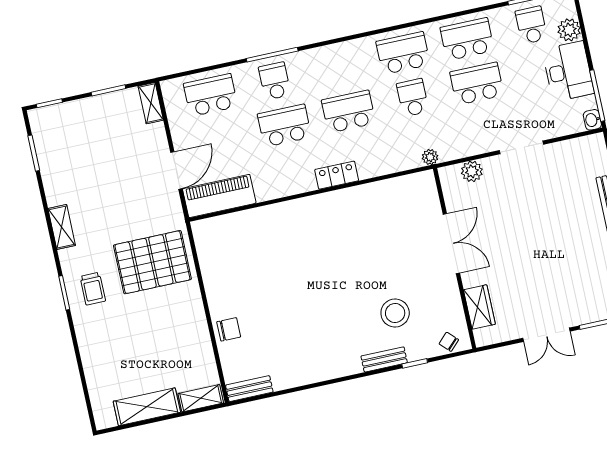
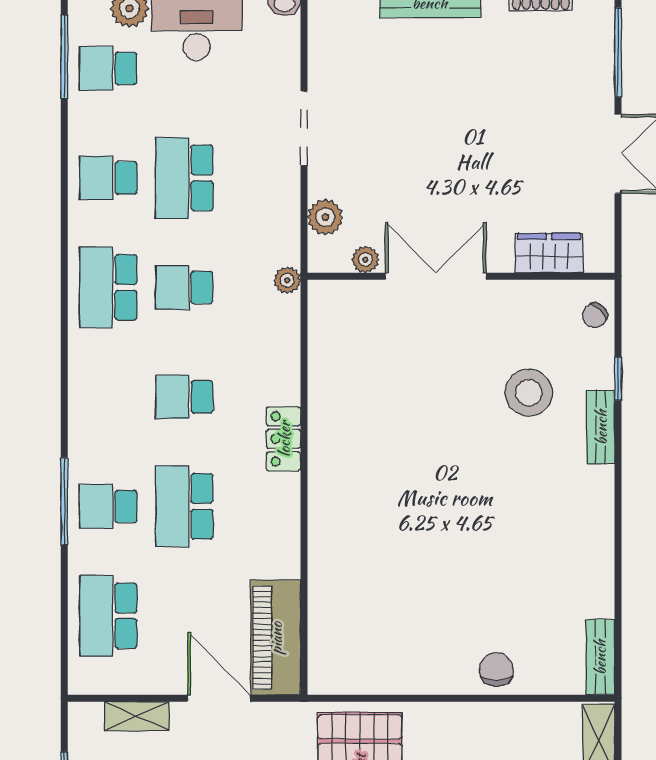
school desk: (467, 39) -> (108, 178), width x0.54
shelving: (151, 103) -> (137, 716), moved
school desk: (349, 112) -> (184, 397), width x0.54
plant: (452, 200) -> (365, 260), added

